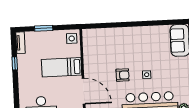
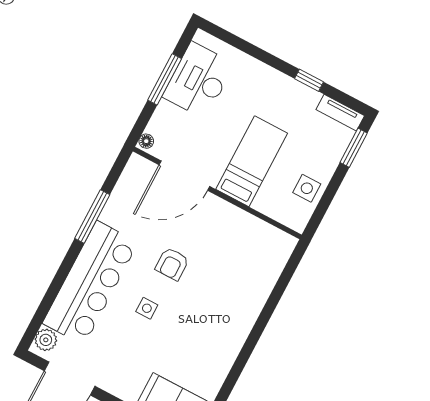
window: (44, 28) -> (354, 148), moved
side table: (72, 38) -> (307, 188), moved

